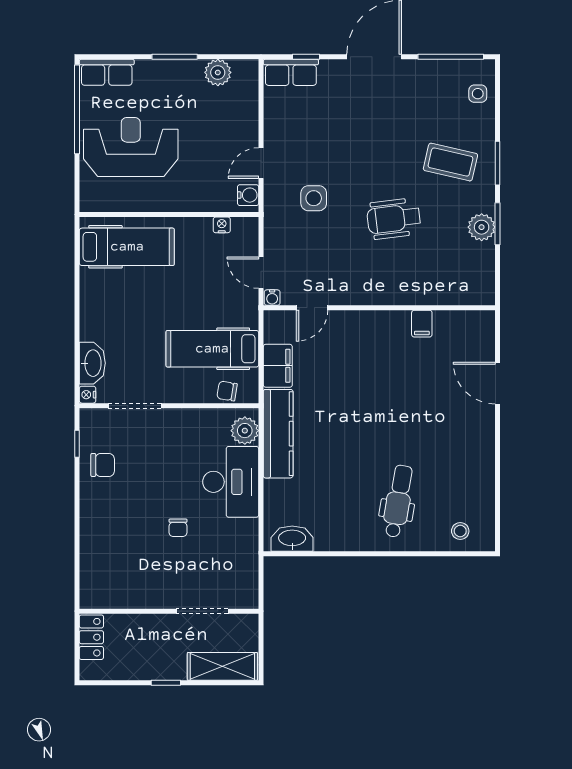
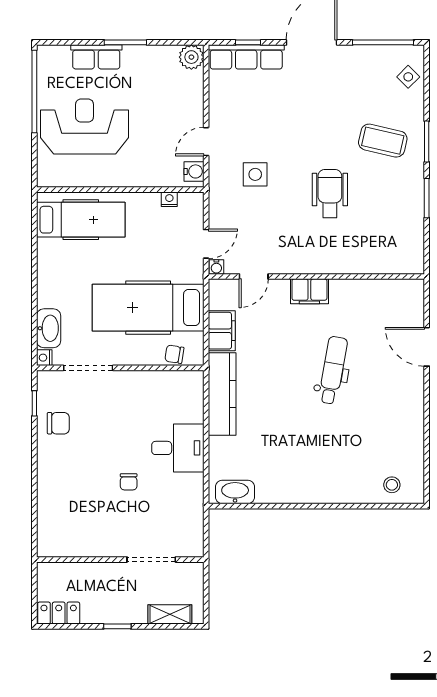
row of seats: (107, 72) -> (96, 57), moved
plant: (218, 72) -> (191, 57), moved
row of seats: (291, 72) -> (246, 57), width x1.48
side table: (478, 94) -> (408, 77), turned 45
wheelchair: (394, 219) -> (330, 193), turned 97
plant: (482, 227) -> (412, 201), removed
door: (261, 273) -> (206, 244), swing flipped
filing cabinet: (422, 324) -> (309, 291), moved, width x2.00
hospital bed: (212, 349) -> (148, 308), width x1.37, depth x1.29
plant: (245, 431) -> (191, 391), removed
desk: (231, 482) -> (178, 448), width x0.73
dental chair: (398, 501) -> (333, 370), moved
locker: (91, 637) -> (59, 613), moved, turned -90
shelving: (222, 666) -> (170, 614), width x0.67, depth x0.75

